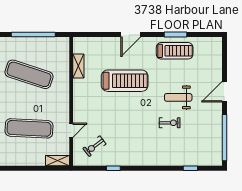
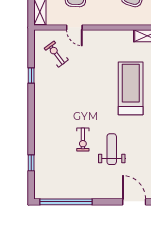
treadmill: (125, 81) -> (131, 88), turned 180
door: (225, 92) -> (134, 202), moved

